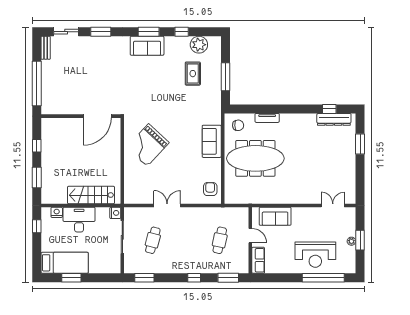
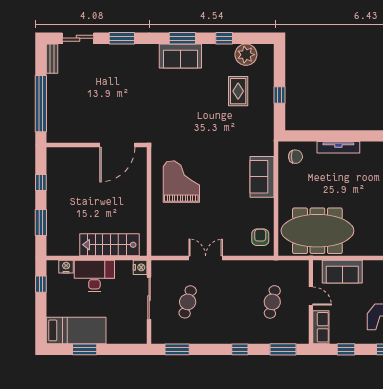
window: (225, 77) -> (279, 95), width x0.46
tv unit: (267, 118) -> (338, 147), width x1.41
grand piano: (148, 145) -> (181, 182), turned 137
meeting table: (255, 158) -> (317, 231), moved
window: (278, 278) -> (346, 349), added

